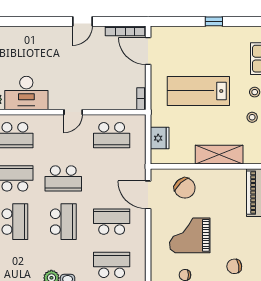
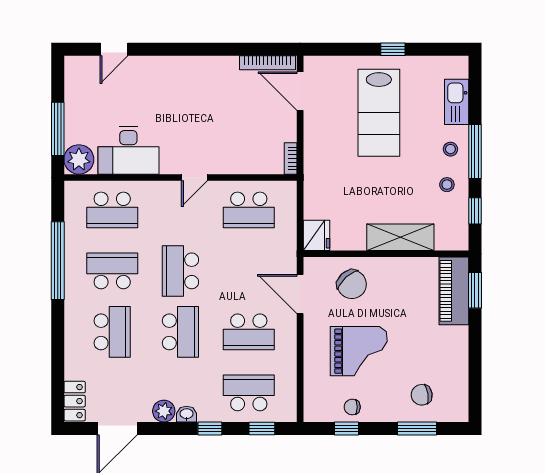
door: (82, 21) -> (114, 49), moved
lab bench: (198, 91) -> (379, 113), moved, turned -90
fridge: (160, 138) -> (316, 235), moved
school desk: (63, 178) -> (180, 271), turned 90
school desk: (112, 222) -> (249, 332), turned 180
grand piano: (190, 235) -> (359, 351), turned 180

